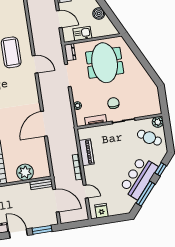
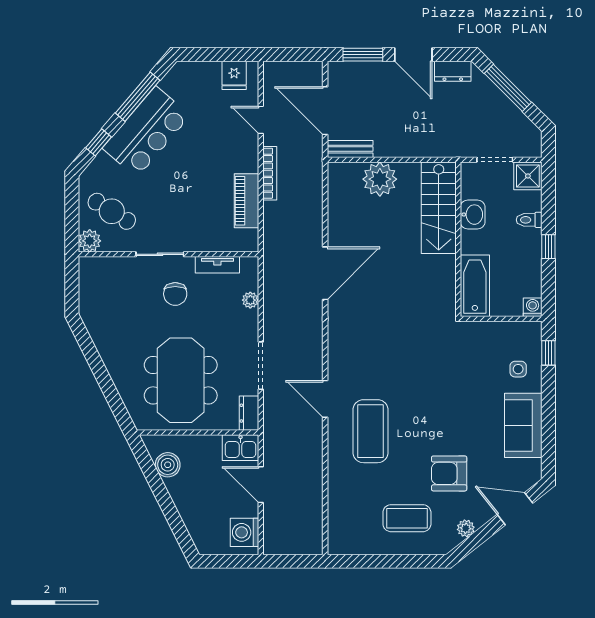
boiler: (99, 14) -> (168, 465), moved
kitchen sink: (82, 33) -> (241, 448), moved

